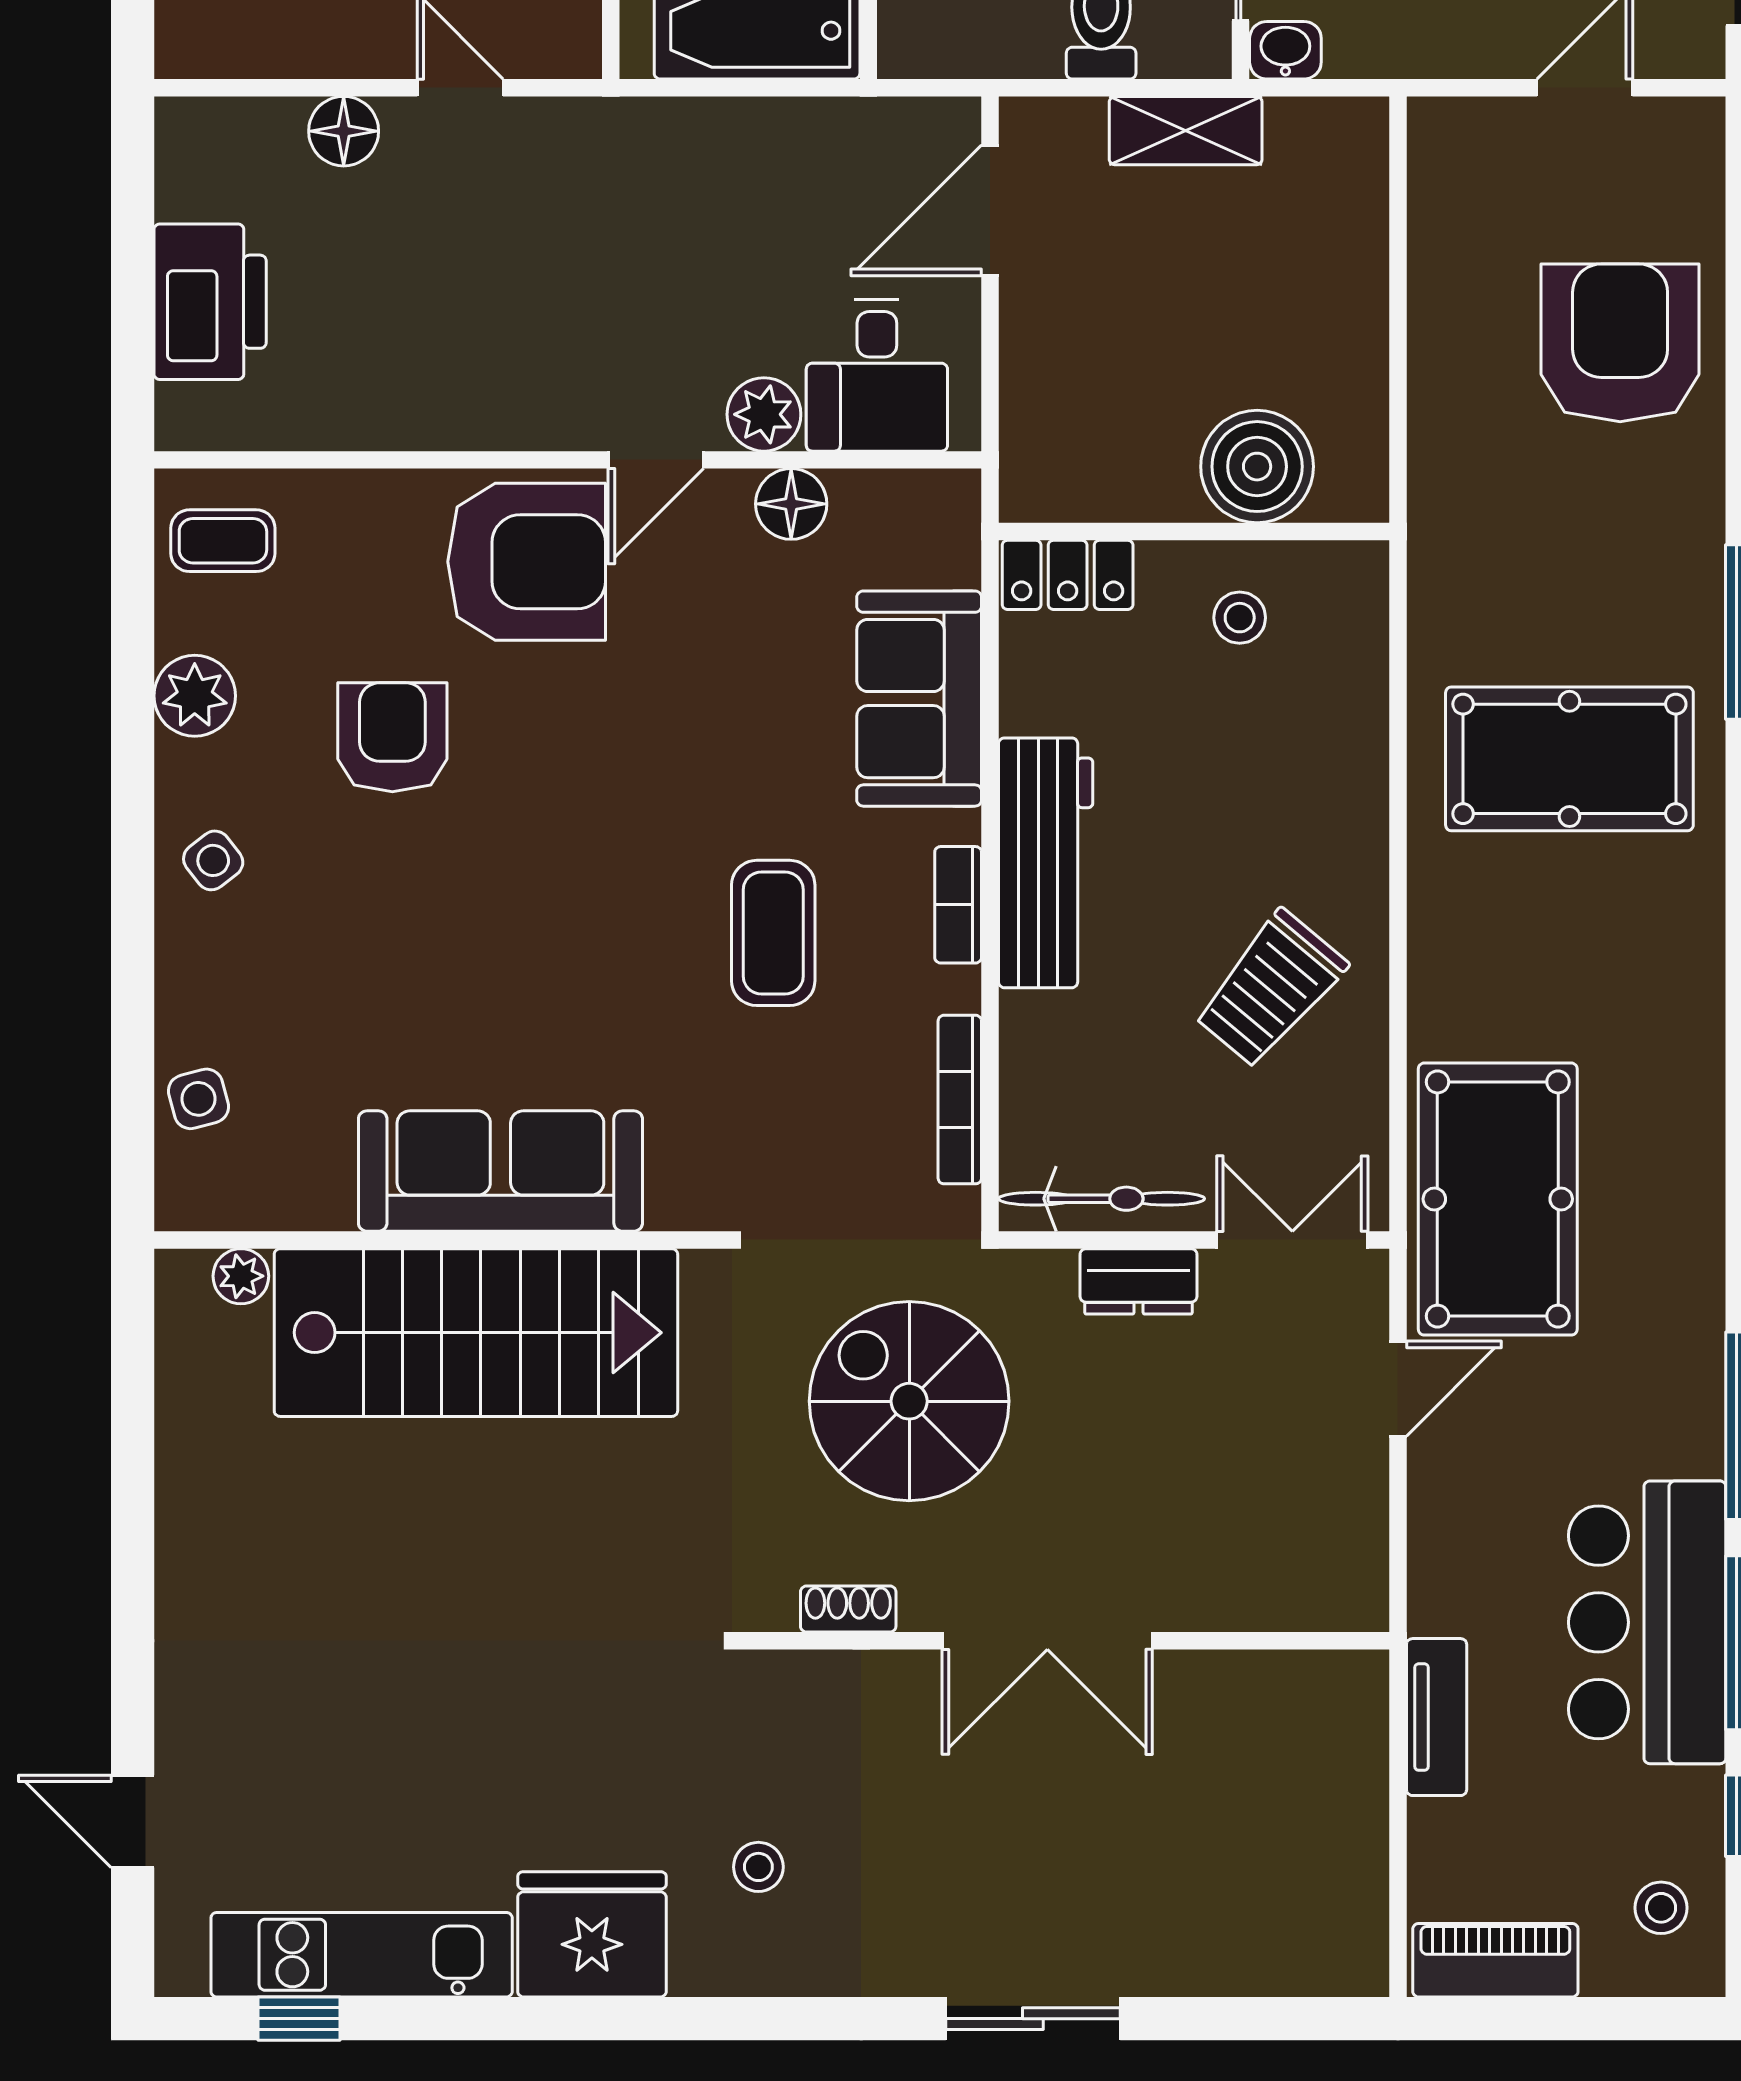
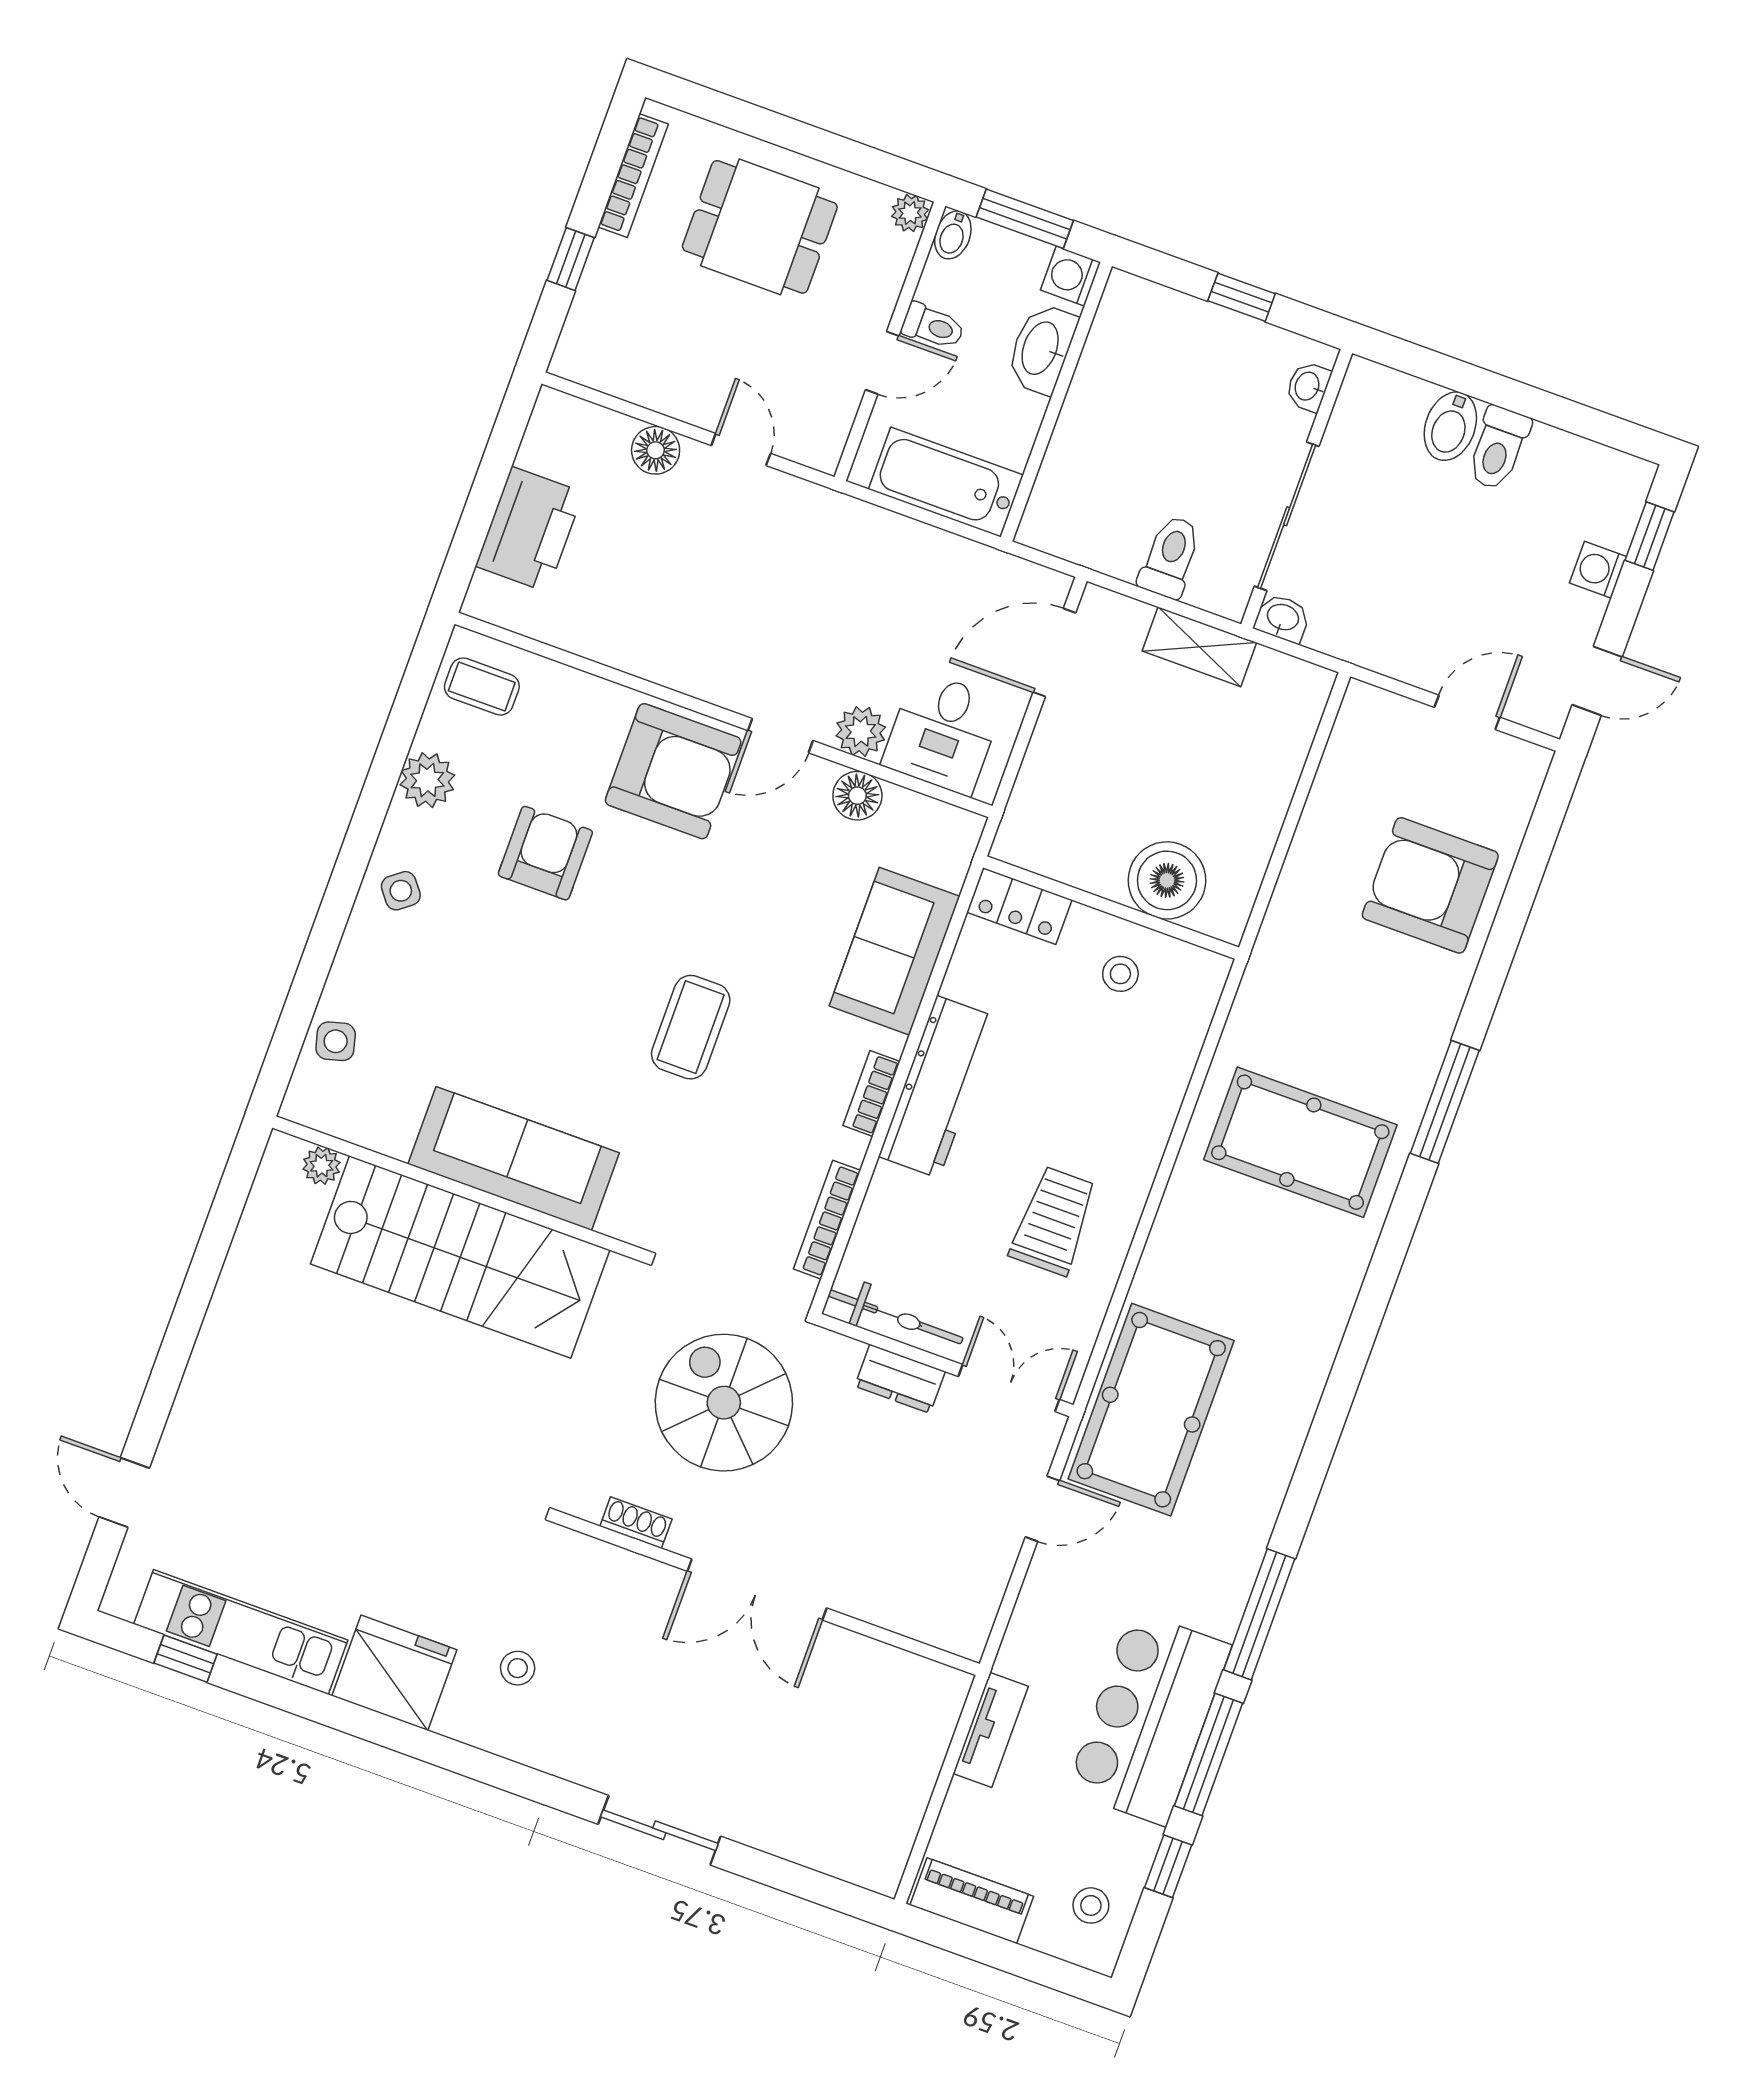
armchair: (1620, 343) -> (1430, 885), turned -90
coffee table: (773, 933) -> (691, 1027), moved
trolley: (1270, 989) -> (1053, 1221), turned 140

